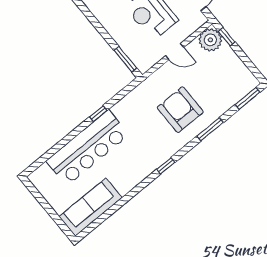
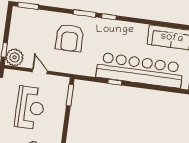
window: (210, 129) -> (84, 13), moved
bar counter: (88, 148) -> (140, 70), width x1.36

